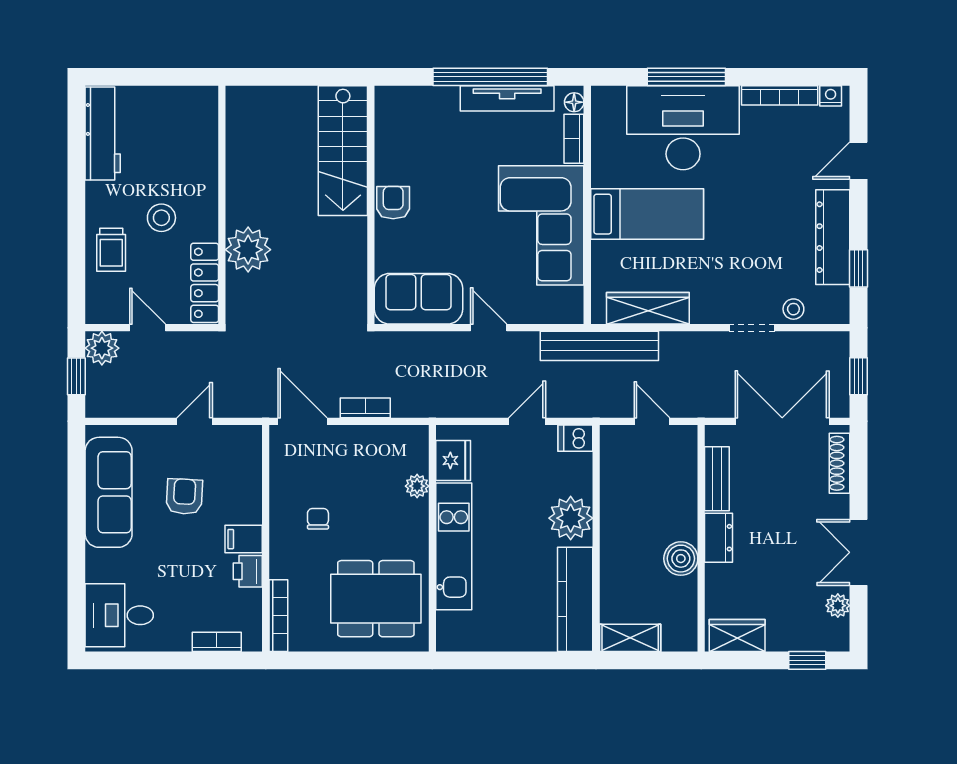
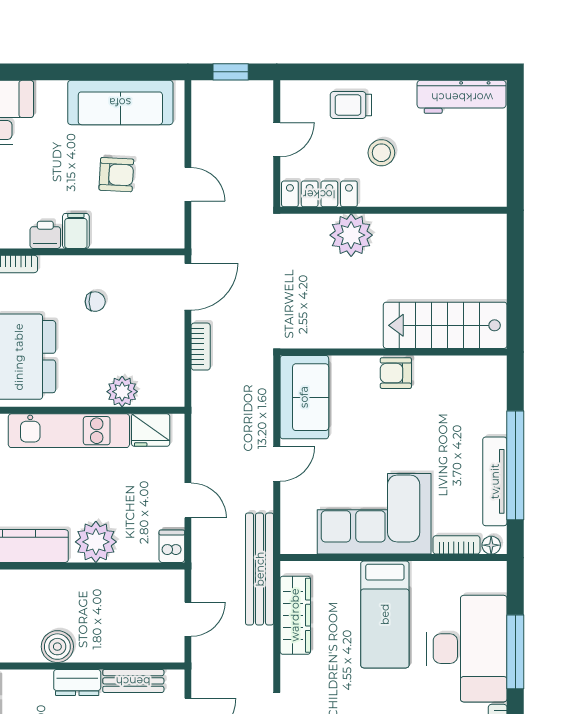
armchair: (393, 203) -> (396, 373), turned 180
plant: (102, 348) -> (257, 96), removed
plant: (417, 486) -> (122, 392), width x1.38, depth x1.38

